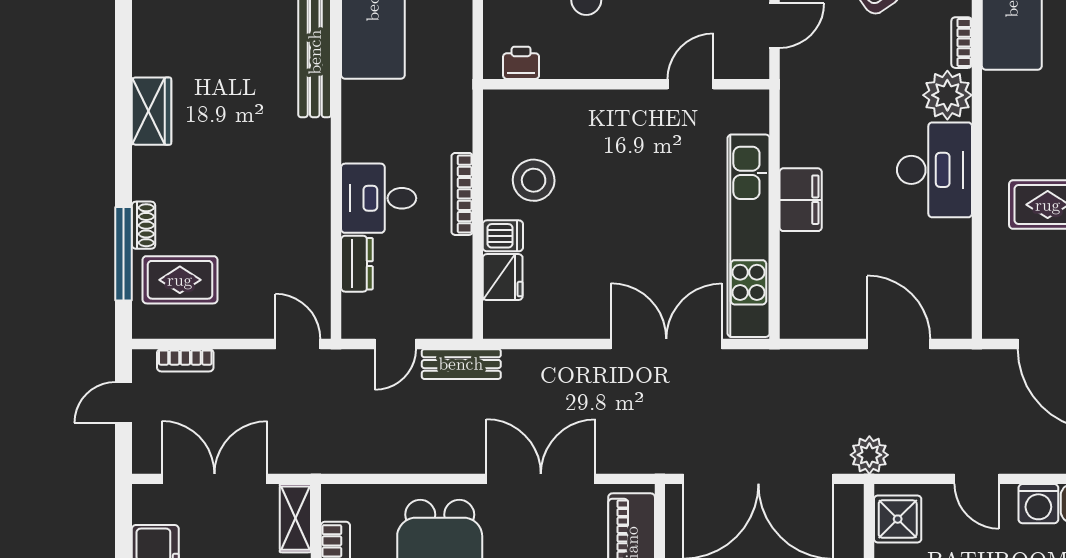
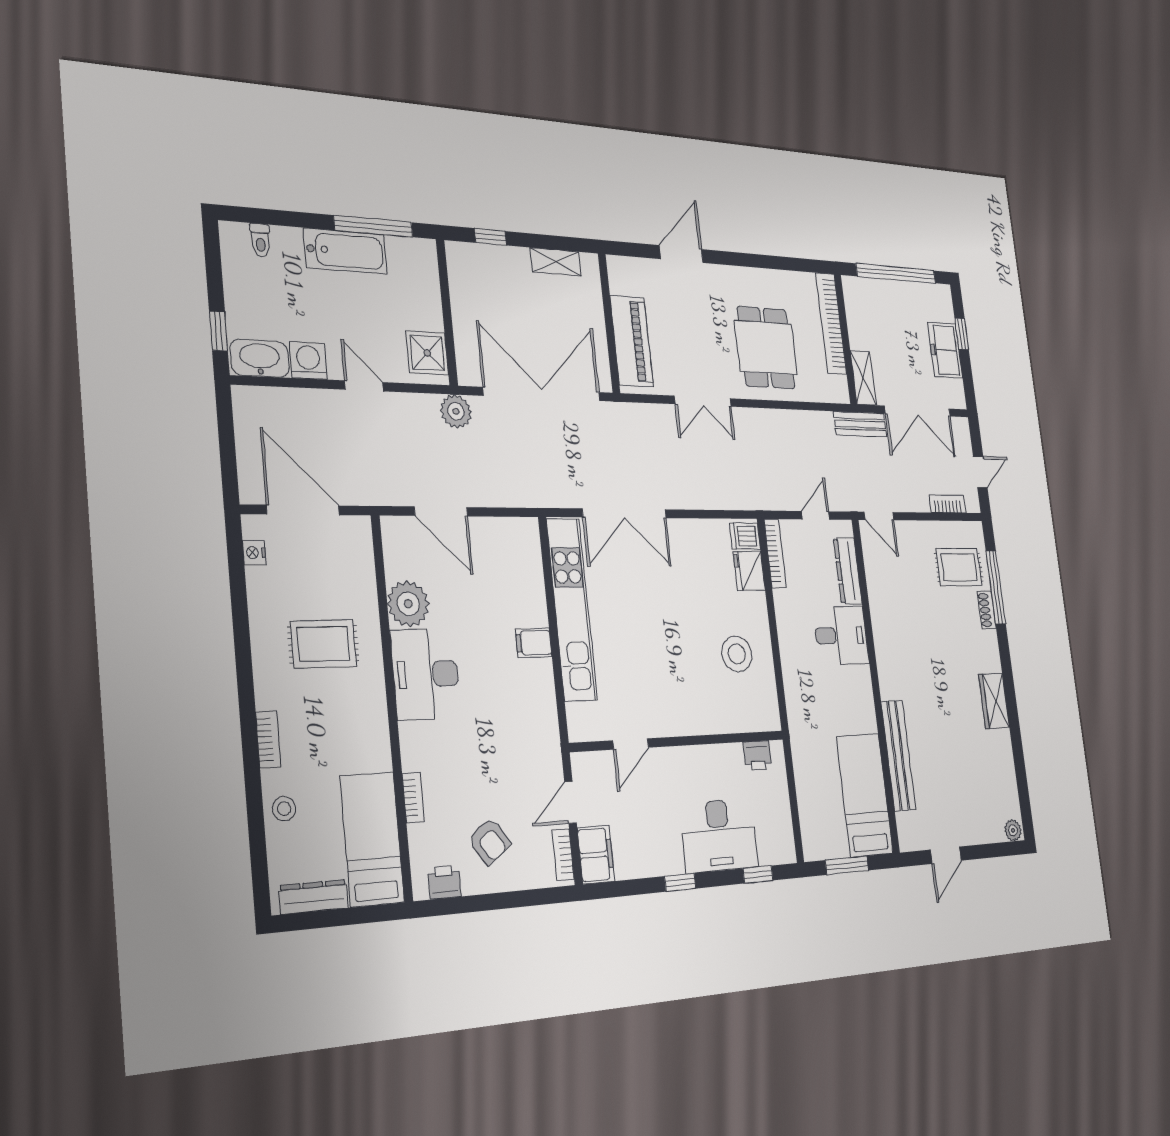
plant: (947, 95) -> (408, 604), moved
bookcase: (462, 194) -> (775, 553), moved
filing cabinet: (801, 200) -> (534, 643), width x0.50
dishwasher: (503, 236) -> (745, 536), moved
dresser: (357, 264) -> (848, 571), width x1.44
bench: (461, 364) -> (860, 424), moved
double door: (541, 479) -> (703, 401), width x0.73

